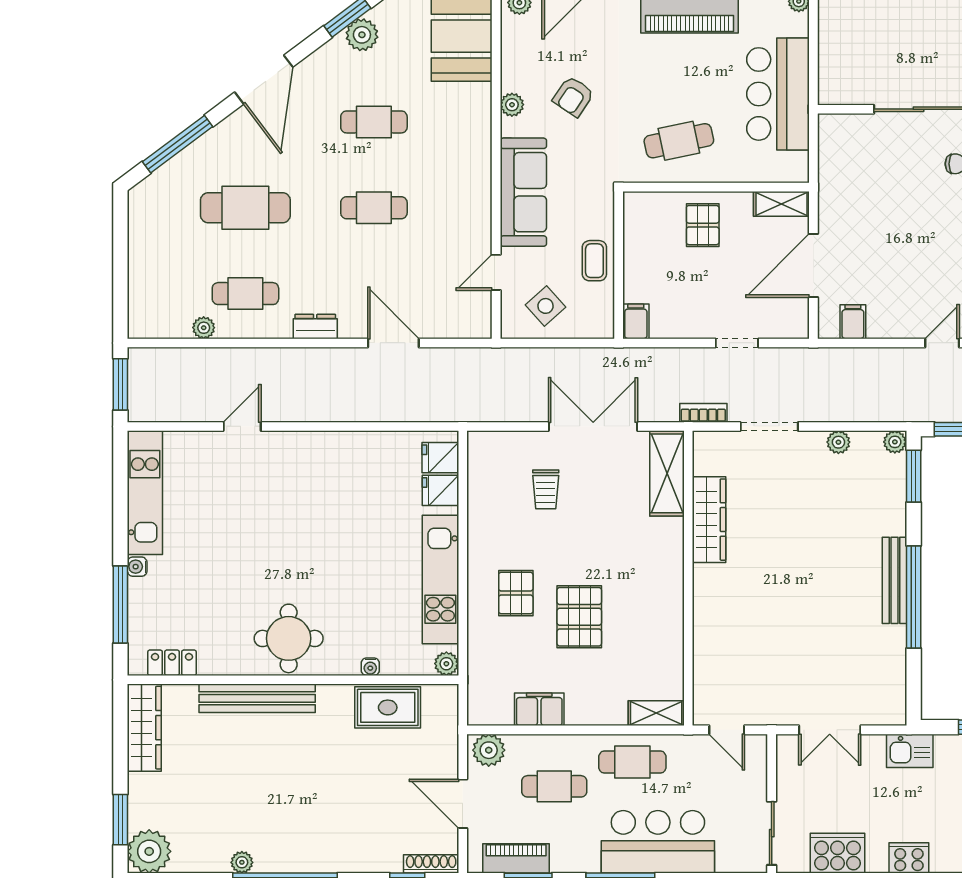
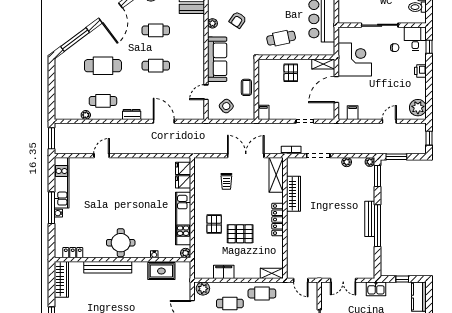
corner desk: (858, 193) -> (355, 59), added
locker: (670, 582) -> (278, 220), added
window: (120, 605) -> (52, 208), moved
pallet: (579, 617) -> (240, 234), turned 90

